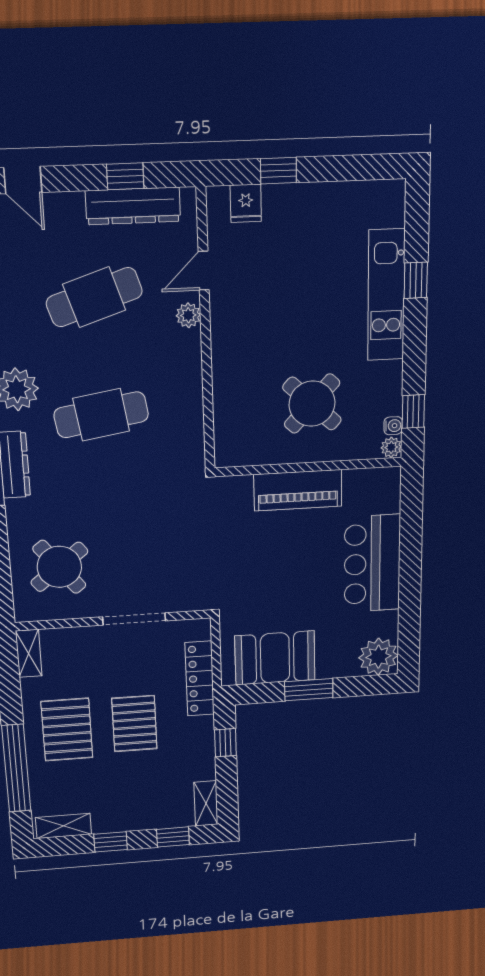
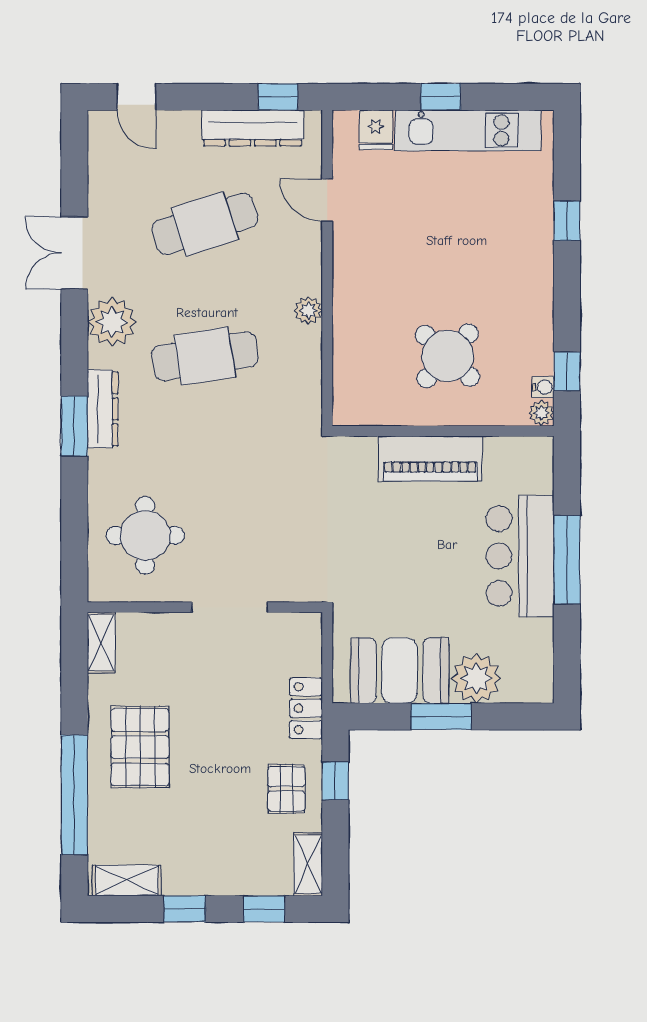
window: (278, 171) -> (441, 97), moved
window: (125, 176) -> (278, 97), moved
door: (204, 271) -> (327, 200), hinge flipped
kitchen unit: (386, 295) -> (468, 130), moved, turned -90
plant: (188, 315) -> (308, 310), moved
window: (410, 564) -> (567, 560), added
round table: (59, 567) -> (145, 535), turned 38
plant: (378, 657) -> (476, 678), moved
locker: (200, 679) -> (306, 708), width x0.66
pallet: (134, 724) -> (286, 789), moved, width x0.67, depth x0.71

